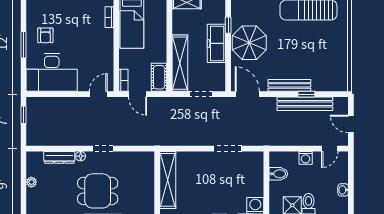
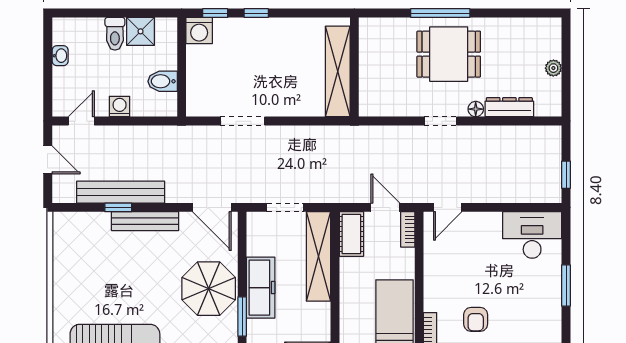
window: (228, 25) -> (242, 317), width x1.50
armchair: (45, 35) -> (476, 319), moved, turned 180
desk: (52, 72) -> (532, 235), width x0.73, depth x0.77

